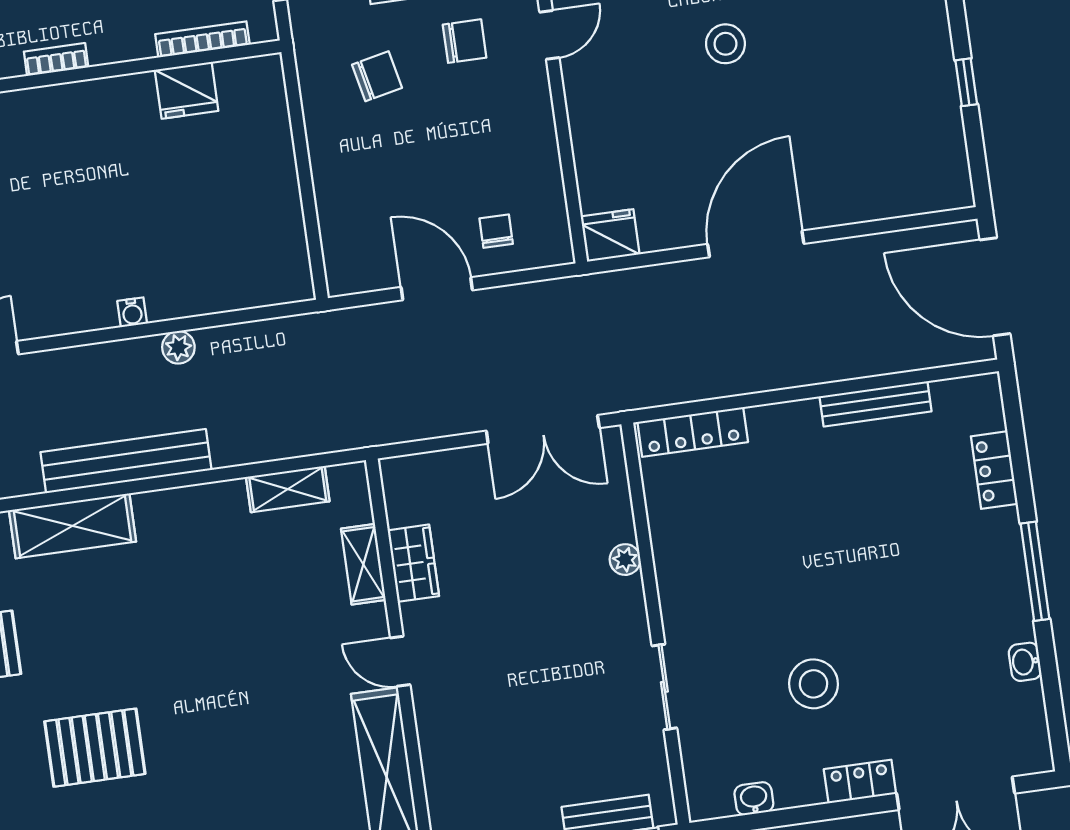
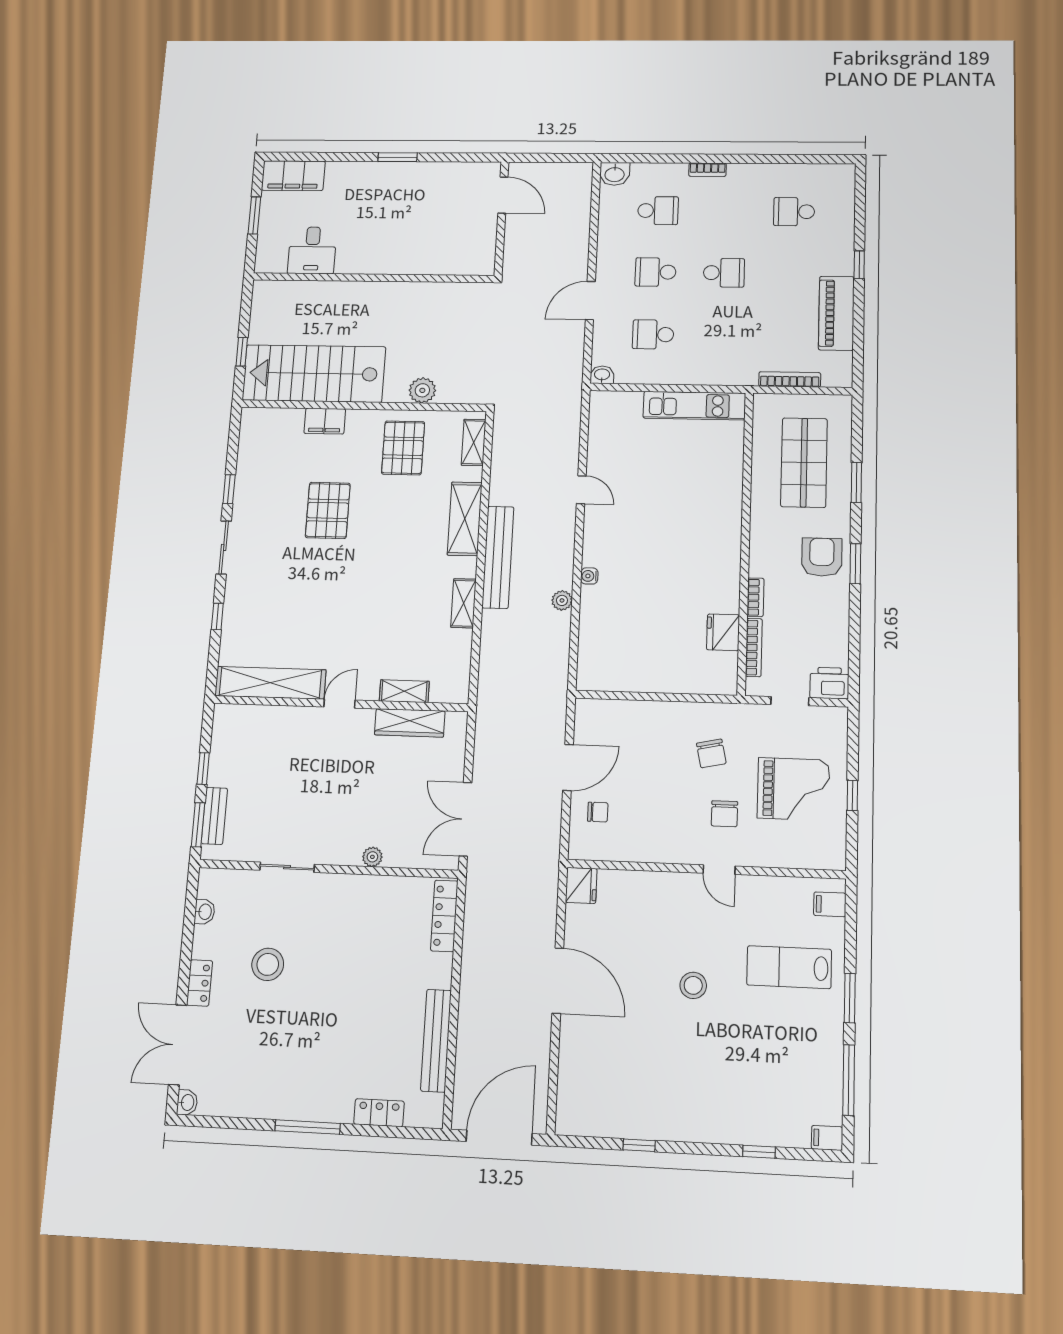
bookcase: (56, 59) -> (755, 597), moved
bench: (875, 404) -> (436, 1041), width x1.37, depth x1.21
shelving: (288, 489) -> (464, 603), moved
wardrobe: (413, 563) -> (410, 723), width x1.50
washbasin: (1025, 662) -> (187, 1102), moved, turned 90

